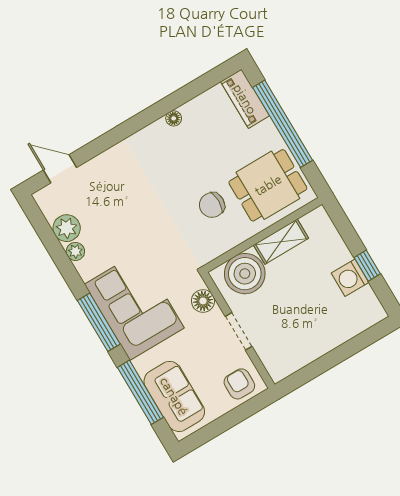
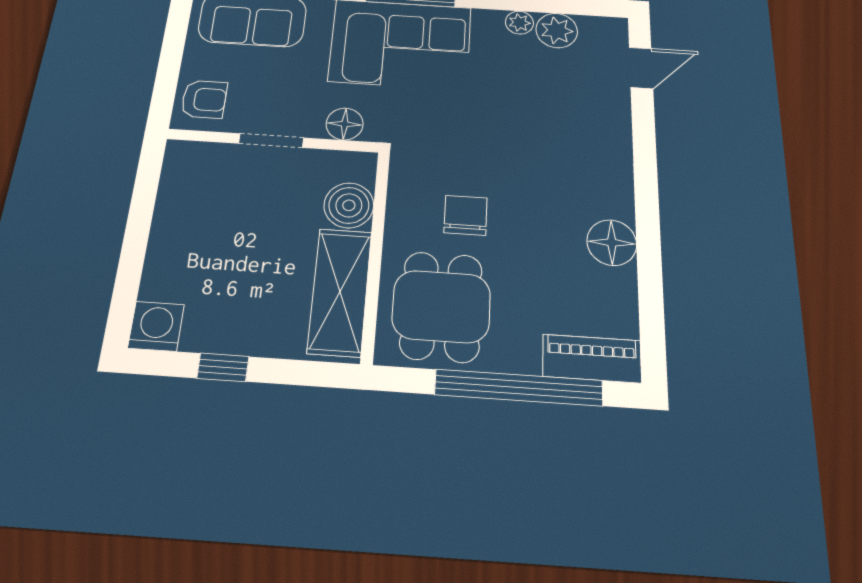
floor lamp: (174, 118) -> (612, 243), width x1.89, depth x1.89
shelving: (281, 242) -> (340, 292), width x1.50, depth x1.33
boiler: (245, 274) -> (349, 205), width x0.73, depth x0.73
washing machine: (350, 278) -> (156, 326), moved

